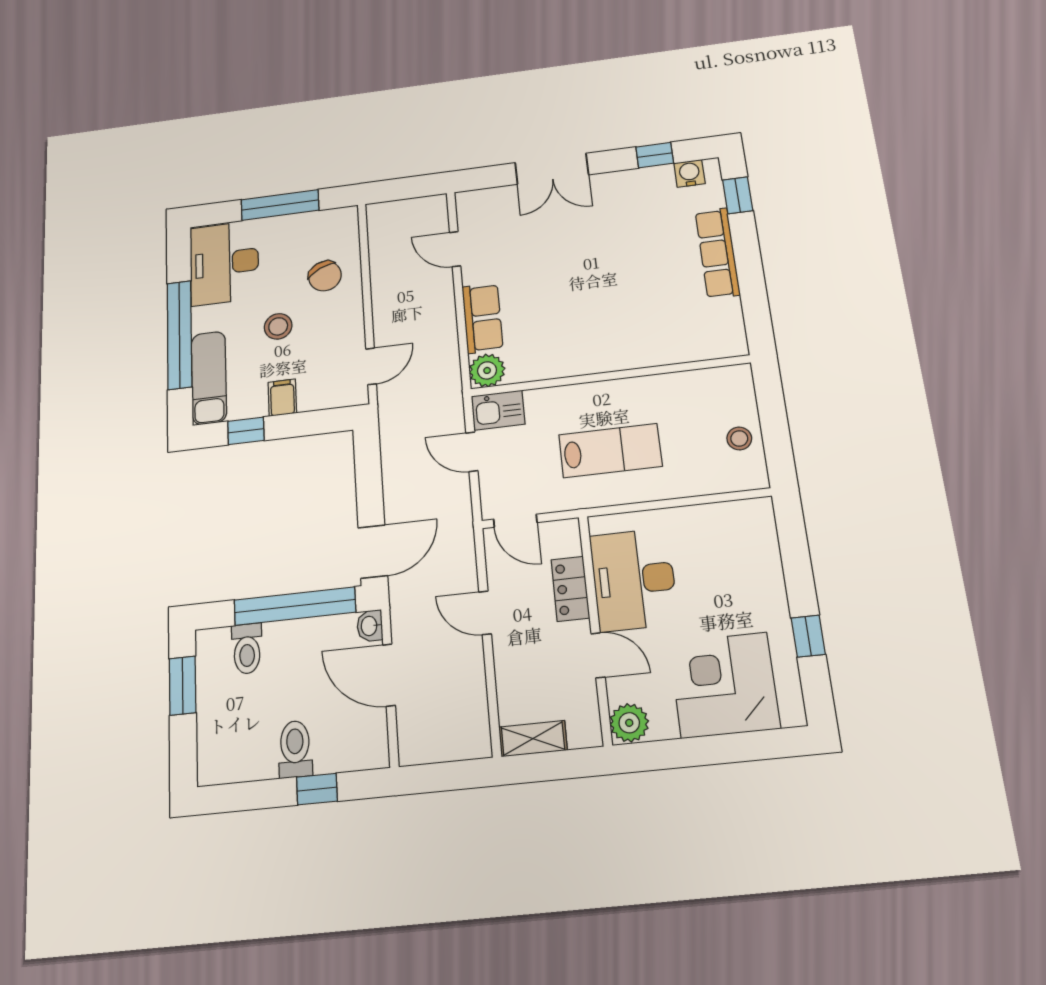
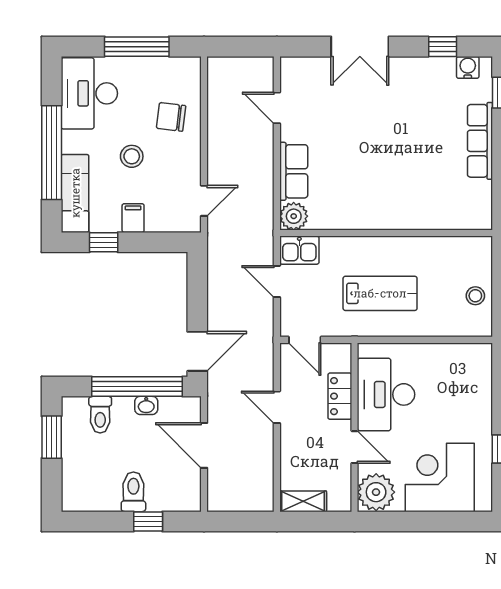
chair: (325, 276) -> (171, 117), turned 124
washbasin: (370, 626) -> (146, 405), moved, turned -90
plant: (629, 723) -> (376, 492), width x1.36, depth x1.36

